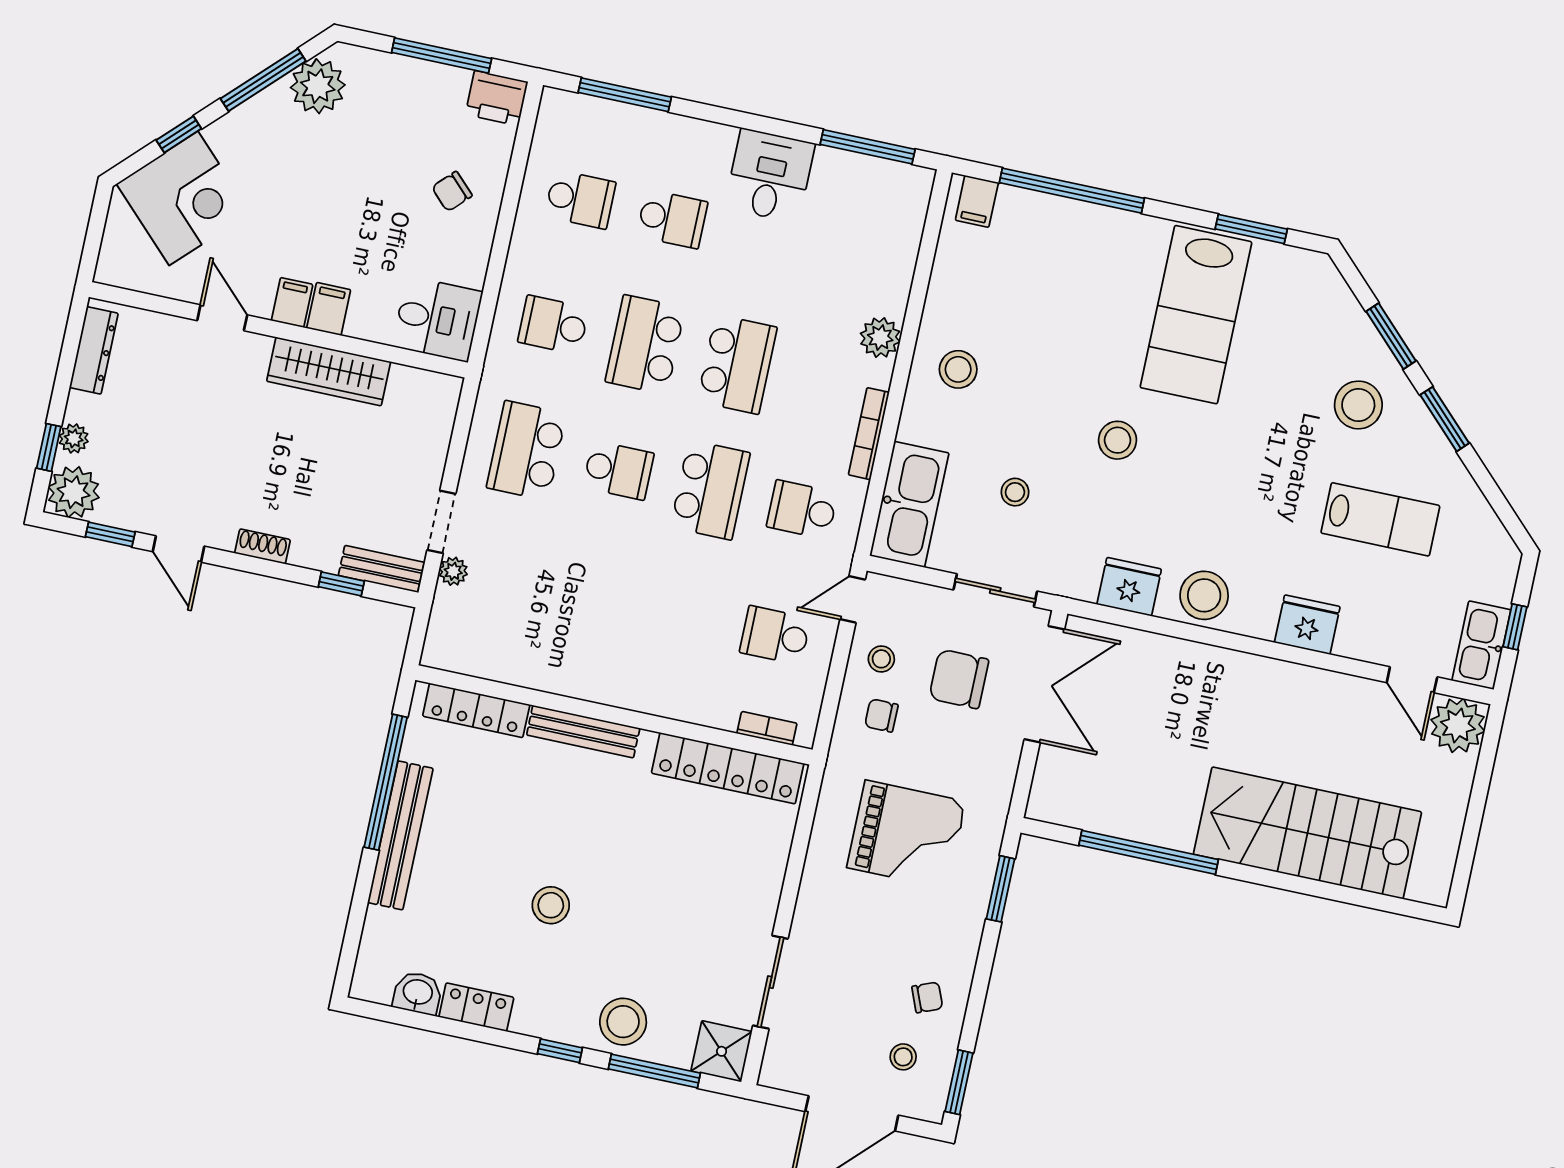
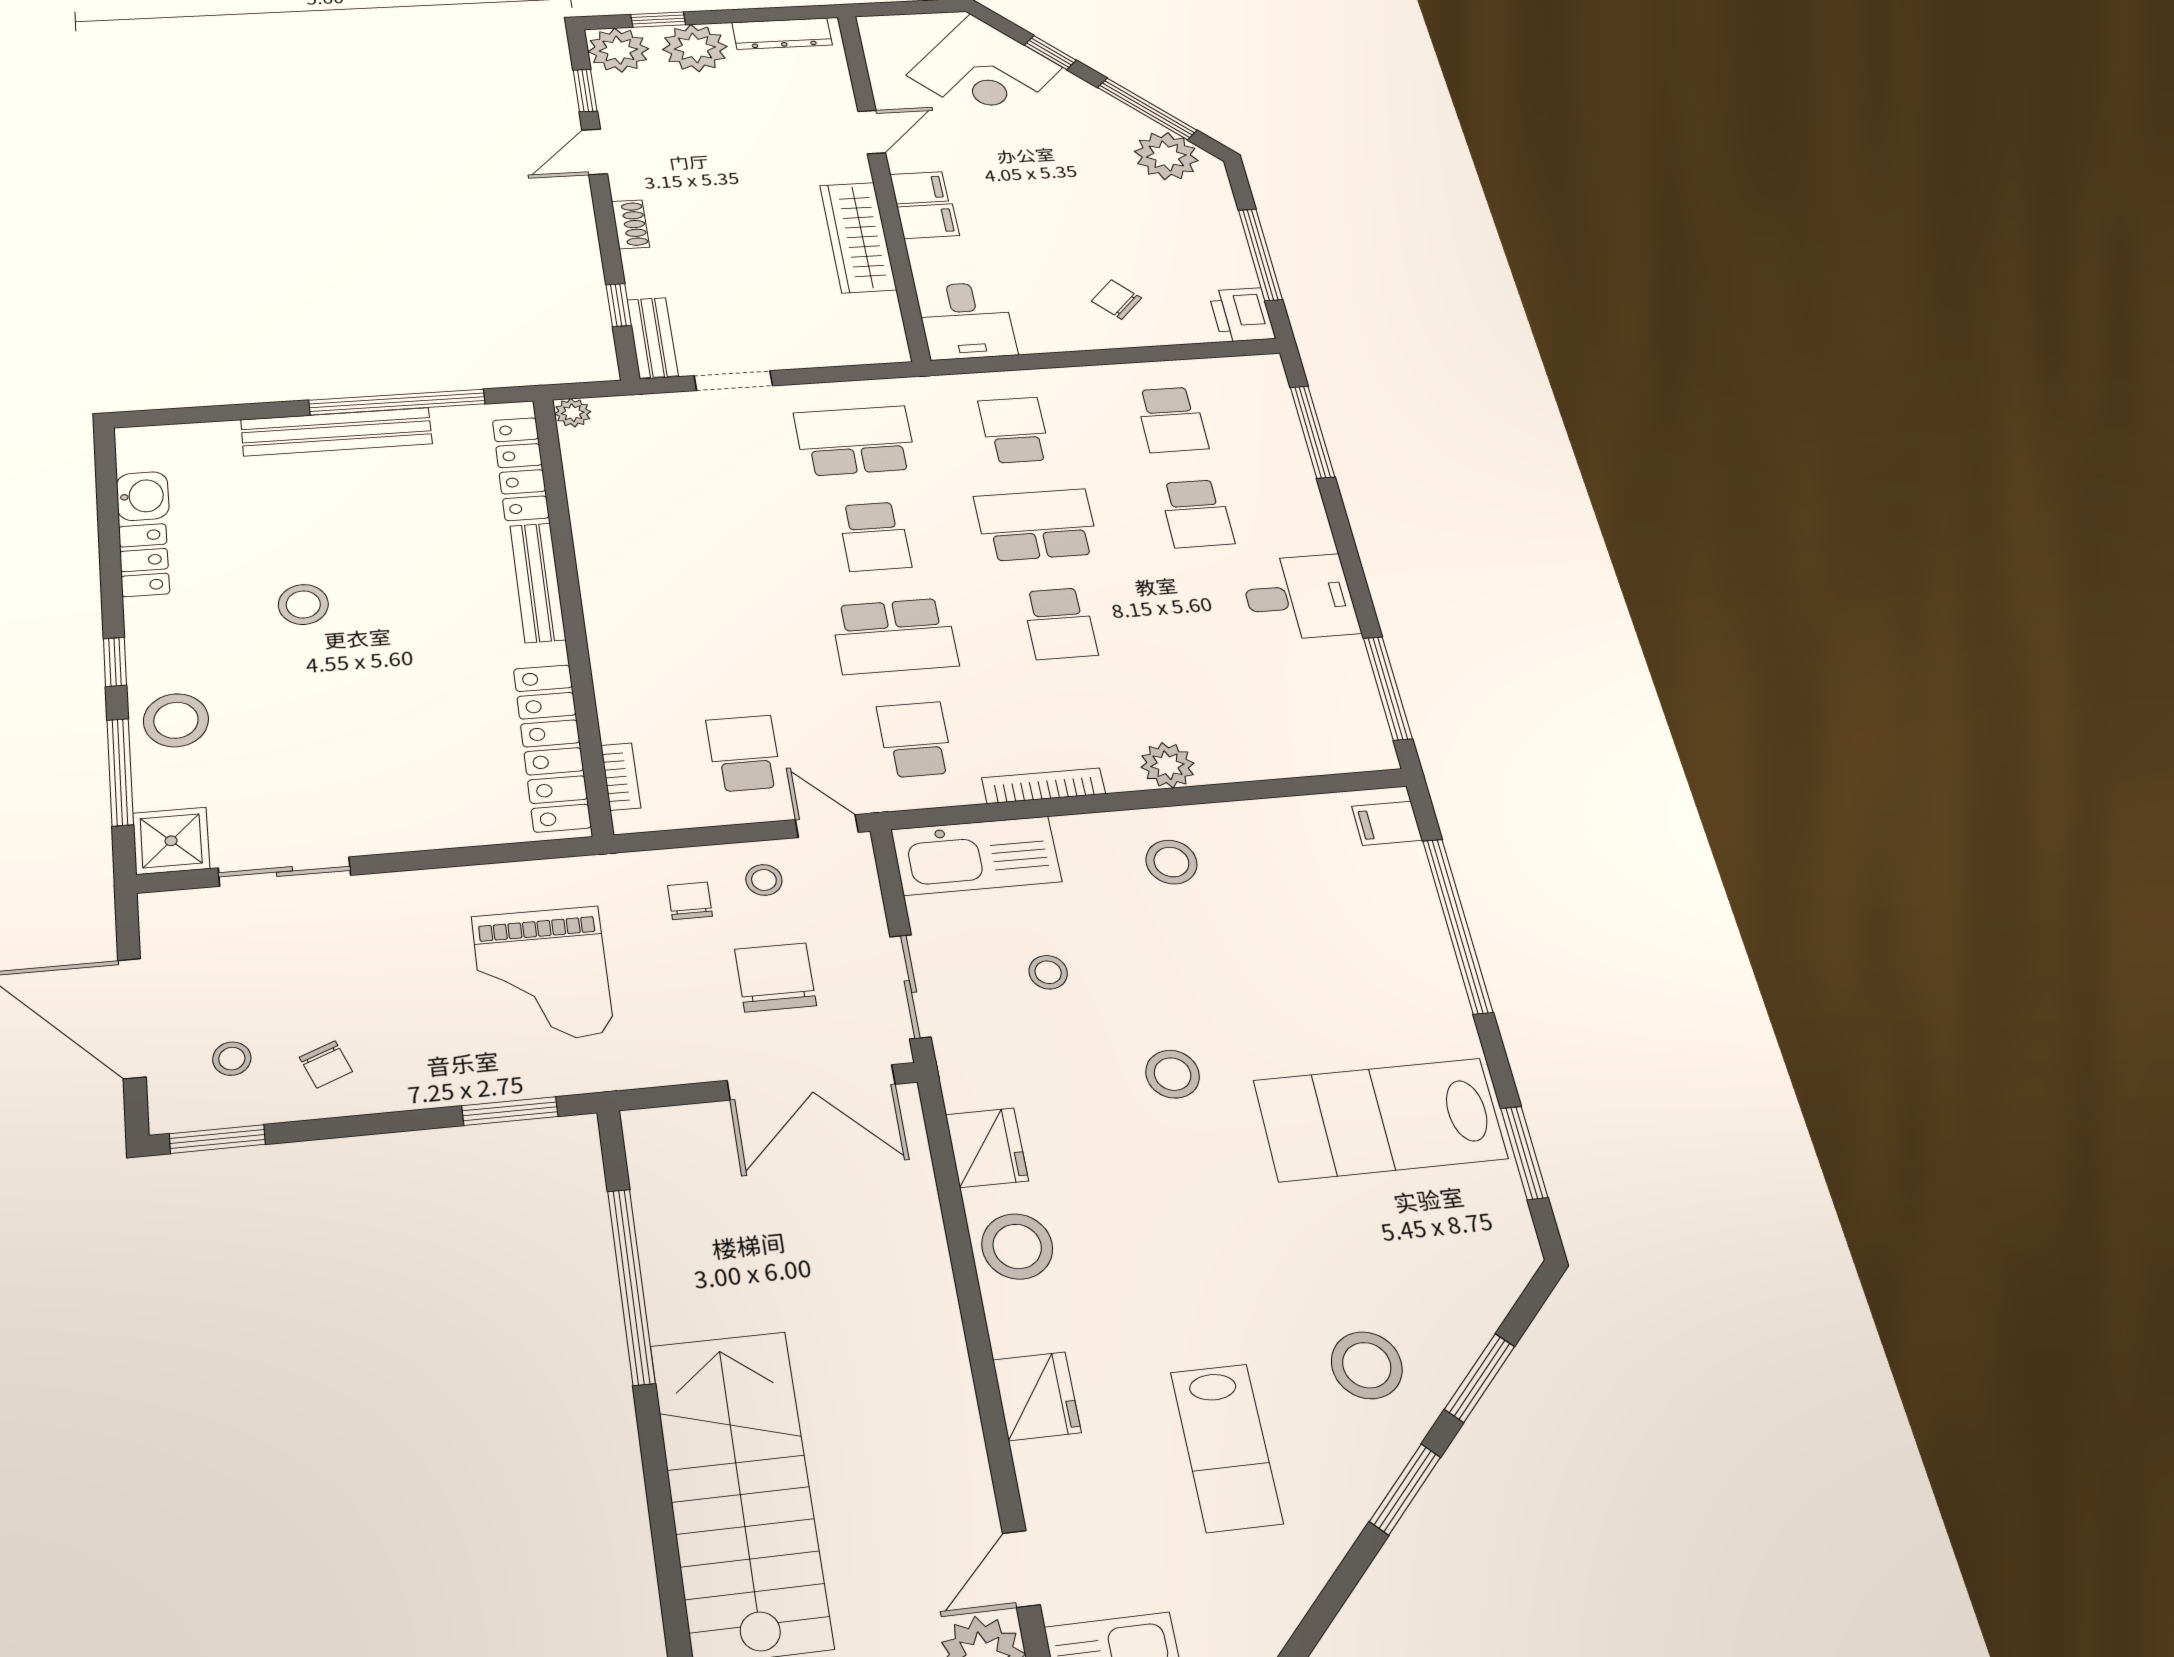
school desk: (737, 364) -> (1060, 624), width x0.54
plant: (74, 438) -> (695, 48), width x1.88, depth x1.88
plant: (453, 571) -> (573, 413), moved

